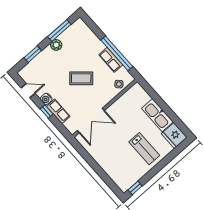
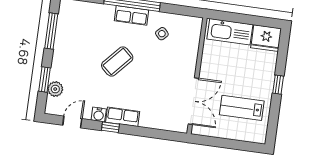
plant: (56, 45) -> (55, 89), moved
wall: (105, 108) -> (197, 76), moved
double door: (91, 121) -> (193, 101), moved
lab bench: (144, 149) -> (242, 108), moved, turned 180
window: (135, 188) -> (278, 85), moved

